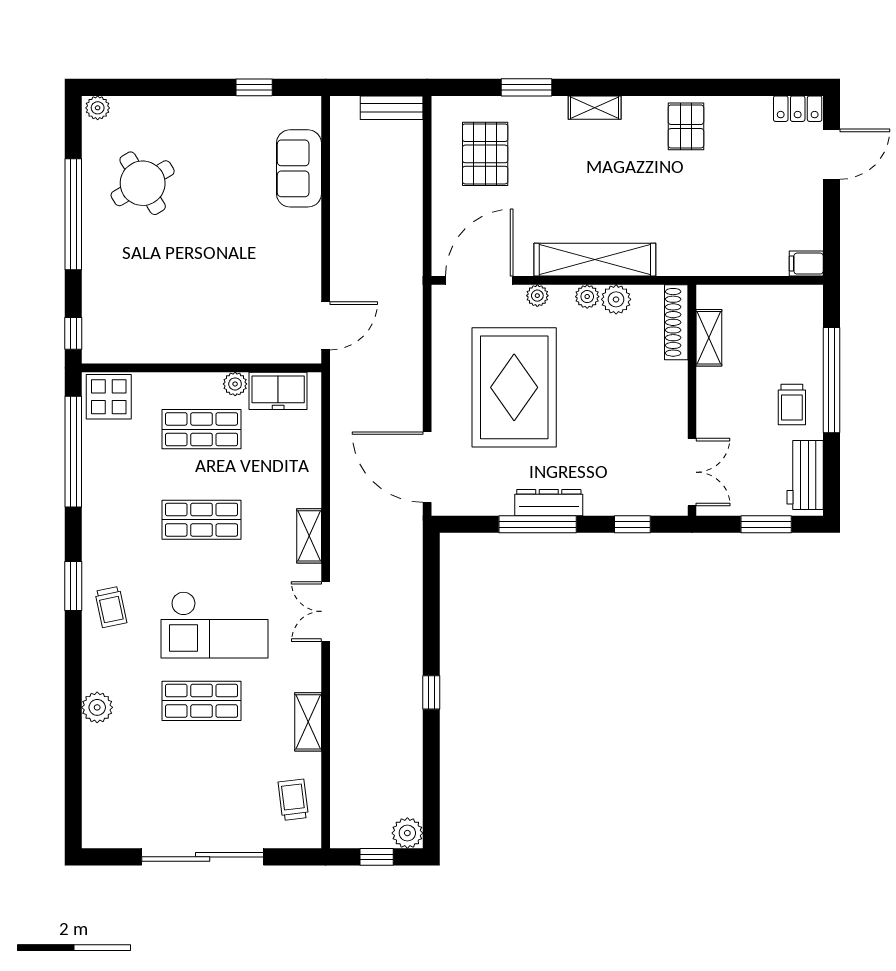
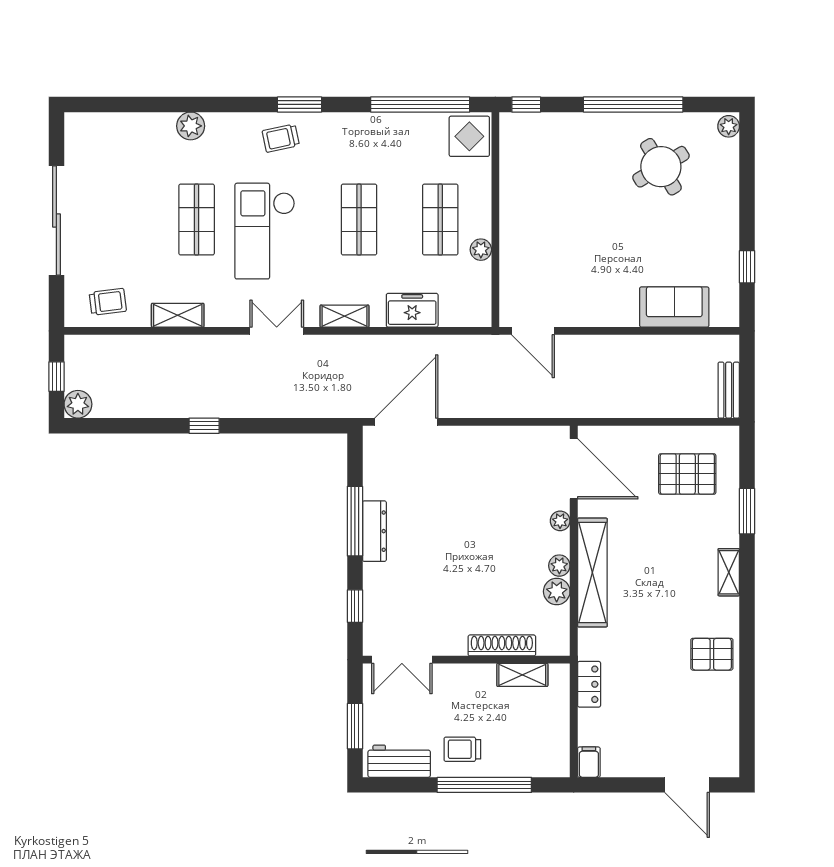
locker: (798, 109) -> (589, 684), moved, turned 180
shoe rack: (676, 322) -> (502, 645), moved
rug: (514, 387) -> (478, 500), removed
freezer: (278, 391) -> (412, 310), moved, turned 90

